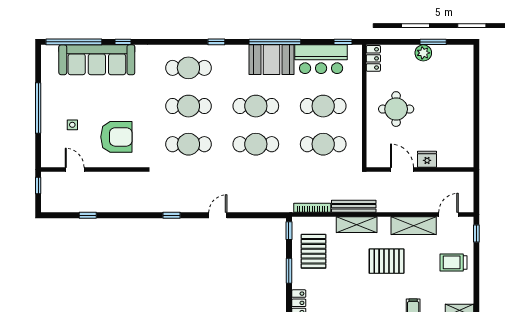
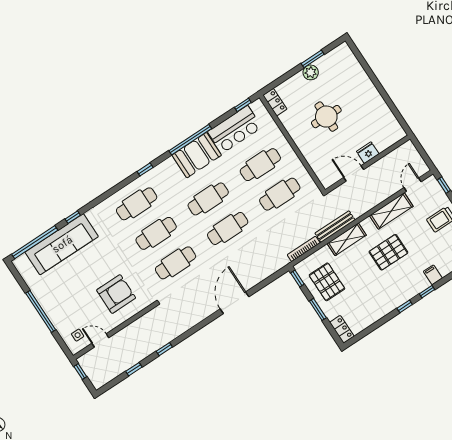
round table: (396, 109) -> (326, 117), moved
side table: (72, 125) -> (78, 335), moved
window: (171, 215) -> (164, 349), moved
door: (218, 215) -> (235, 303), width x1.88

